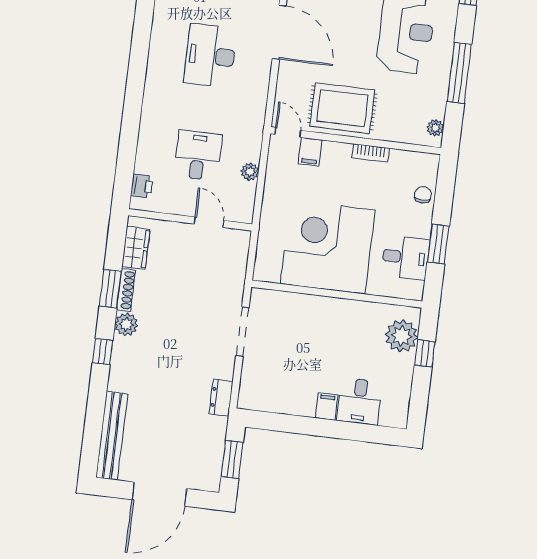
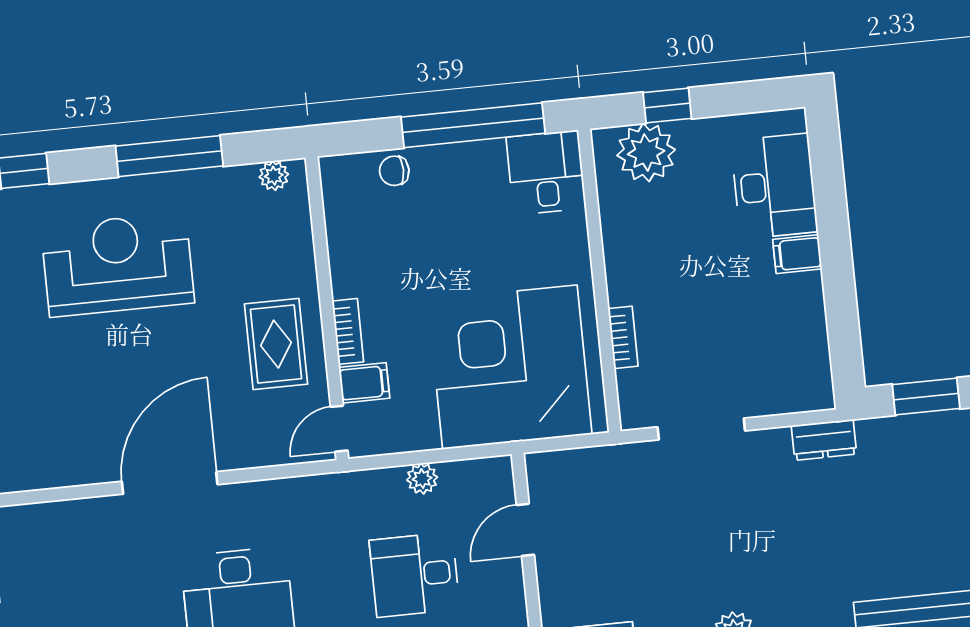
rug: (342, 108) -> (276, 344), width x0.73, depth x0.70
bookcase: (371, 153) -> (348, 331), moved
window: (438, 244) -> (473, 125), width x2.11
corner desk: (328, 247) -> (510, 367), moved, turned 90
desk: (405, 257) -> (546, 173), moved
bookcase: (303, 300) -> (623, 337), added
desk: (359, 401) -> (774, 186), width x1.37

